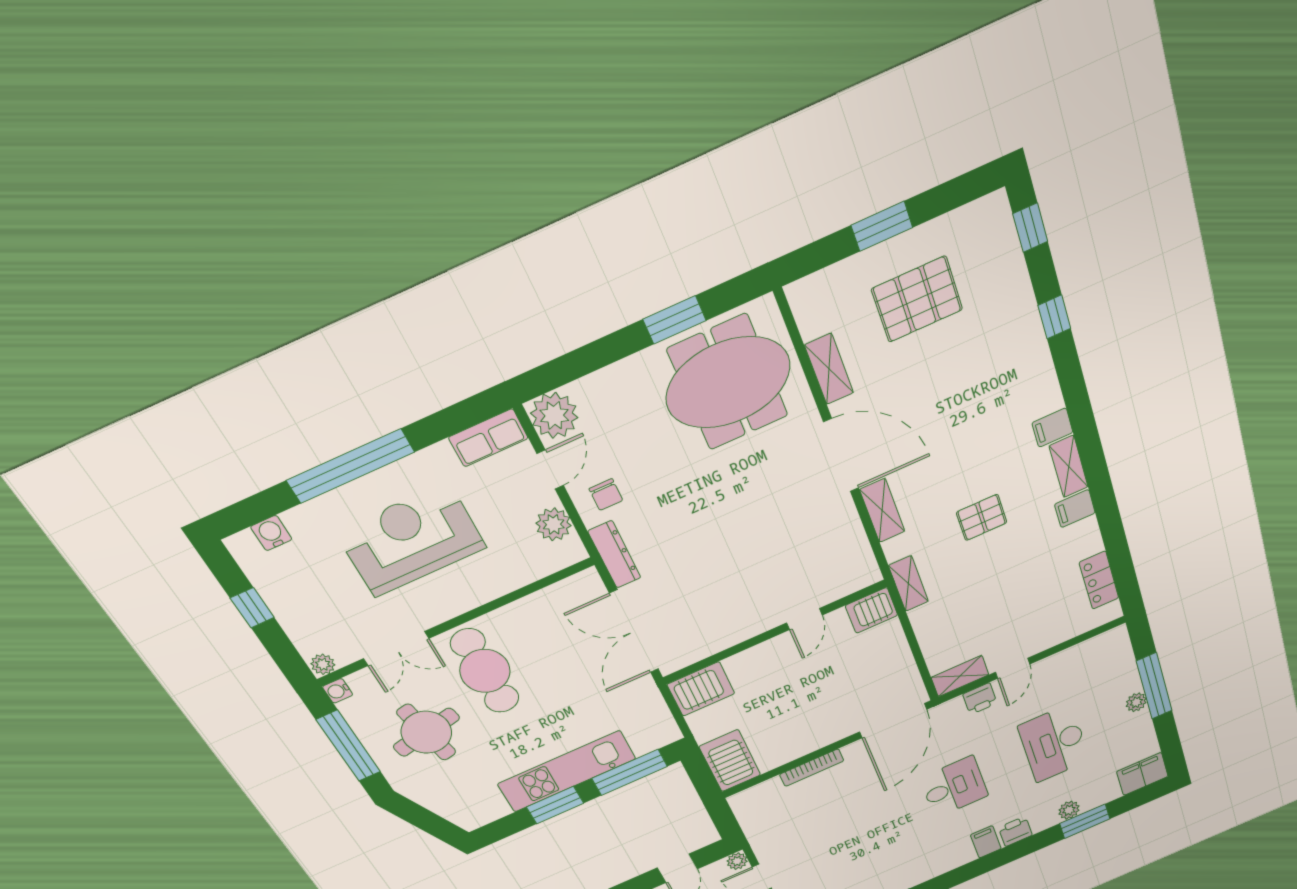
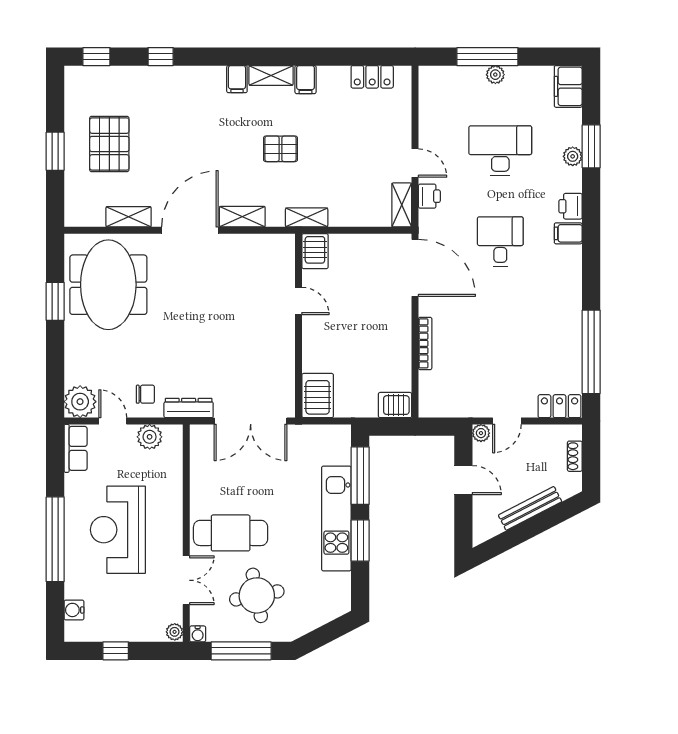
pallet: (982, 517) -> (280, 149), turned 90
desk: (1054, 743) -> (500, 151), turned 180
server rack: (730, 761) -> (395, 405), width x0.73, depth x0.70

